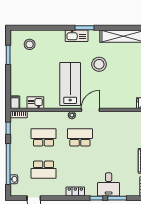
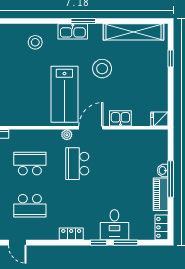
stool: (30, 44) -> (35, 42), moved
lab bench: (70, 84) -> (64, 94), turned 180
kitchen sink: (35, 103) -> (120, 118), moved
school desk: (80, 137) -> (77, 164), turned -90

